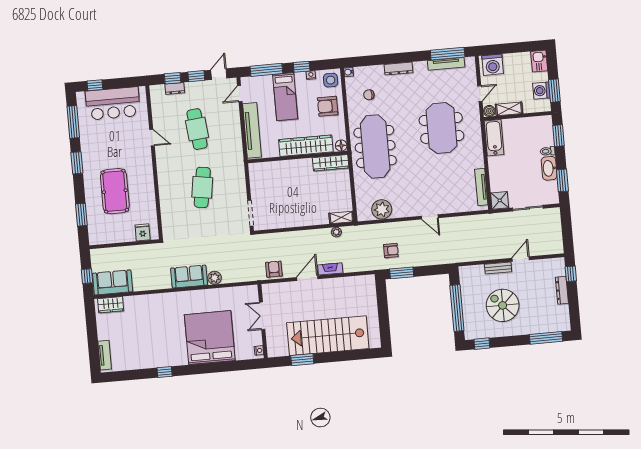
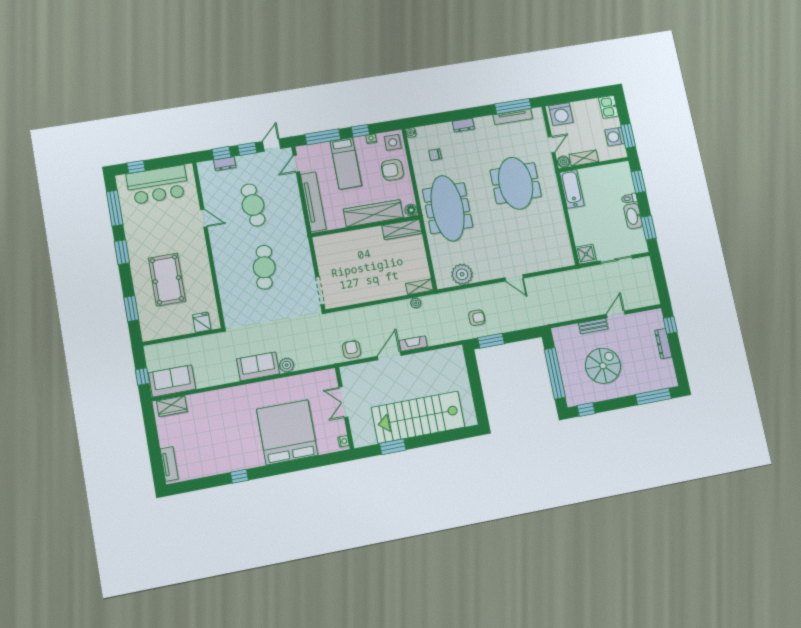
dresser: (398, 69) -> (463, 125), width x0.70
tv unit: (481, 187) -> (565, 242), removed
spiral stairs: (503, 305) -> (603, 366), turned 90

